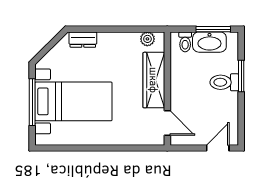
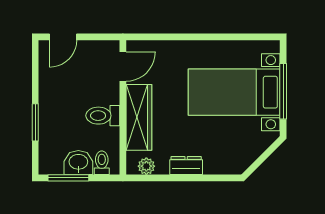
dresser: (83, 40) -> (186, 166), moved
washbasin: (209, 42) -> (78, 163), width x0.72
toilet: (224, 82) -> (103, 116), moved, turned 180
door: (167, 123) -> (123, 67), swing flipped

